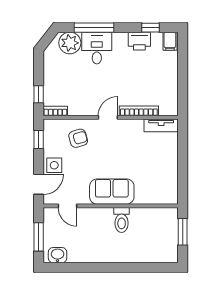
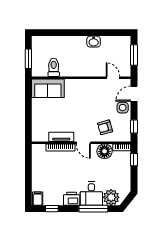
printer: (139, 41) -> (72, 199), moved
floor lamp: (79, 106) -> (104, 151), added
door: (108, 117) -> (83, 143), hinge flipped
tv unit: (161, 125) -> (61, 137), moved
sofa: (112, 192) -> (48, 88), moved
toilet: (122, 220) -> (54, 67), moved
washbasin: (58, 255) -> (94, 42), moved

